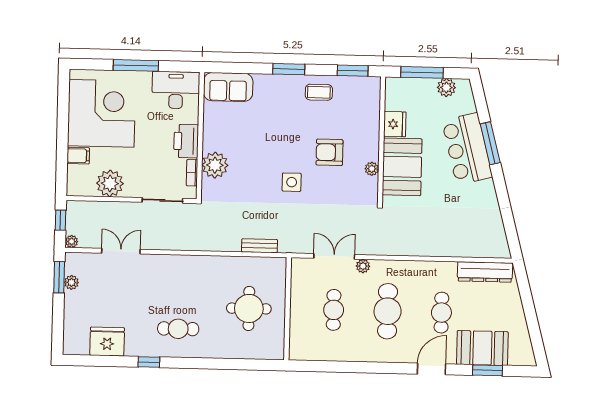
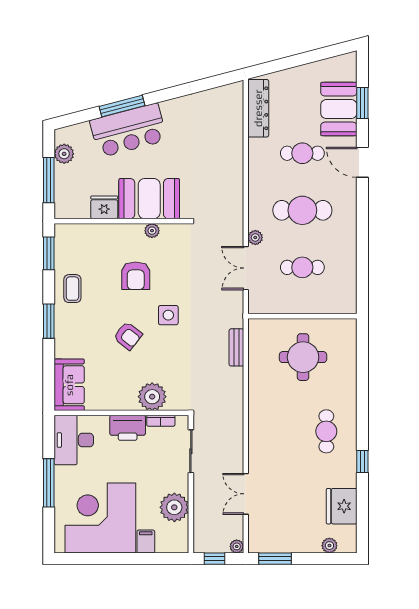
armchair: (273, 143) -> (128, 336), added
plant: (71, 282) -> (329, 546), moved

